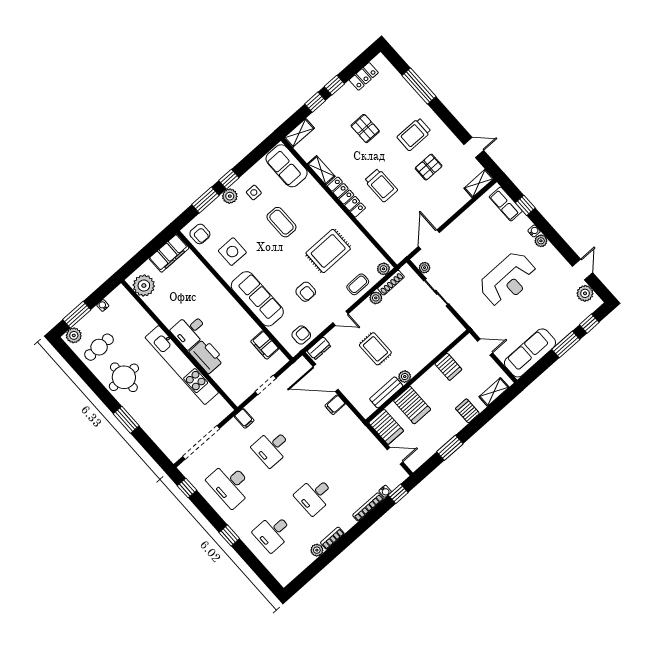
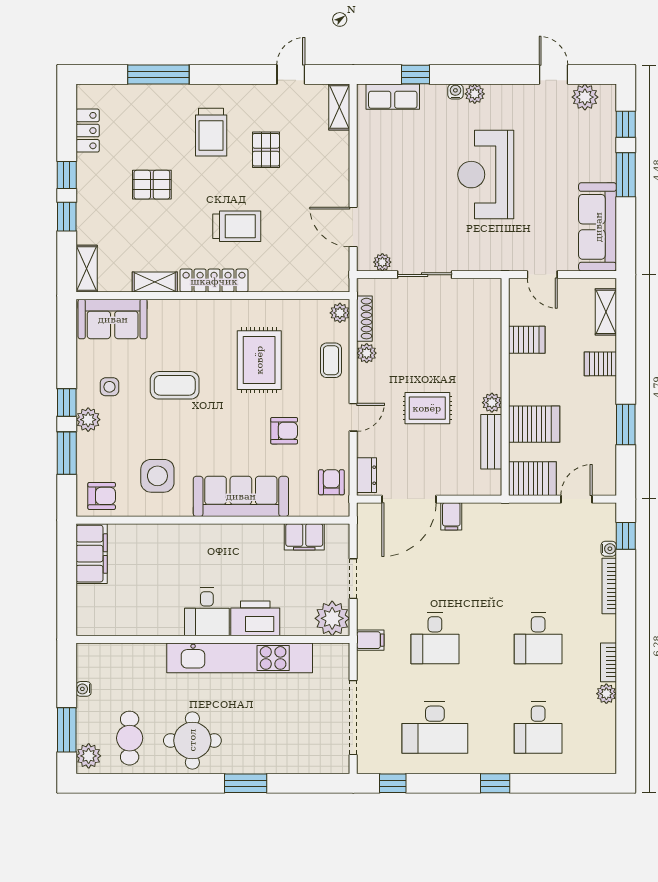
reception desk: (508, 279) -> (486, 175), turned 180
plant: (144, 286) -> (332, 618), moved
door: (485, 347) -> (542, 275), swing flipped

